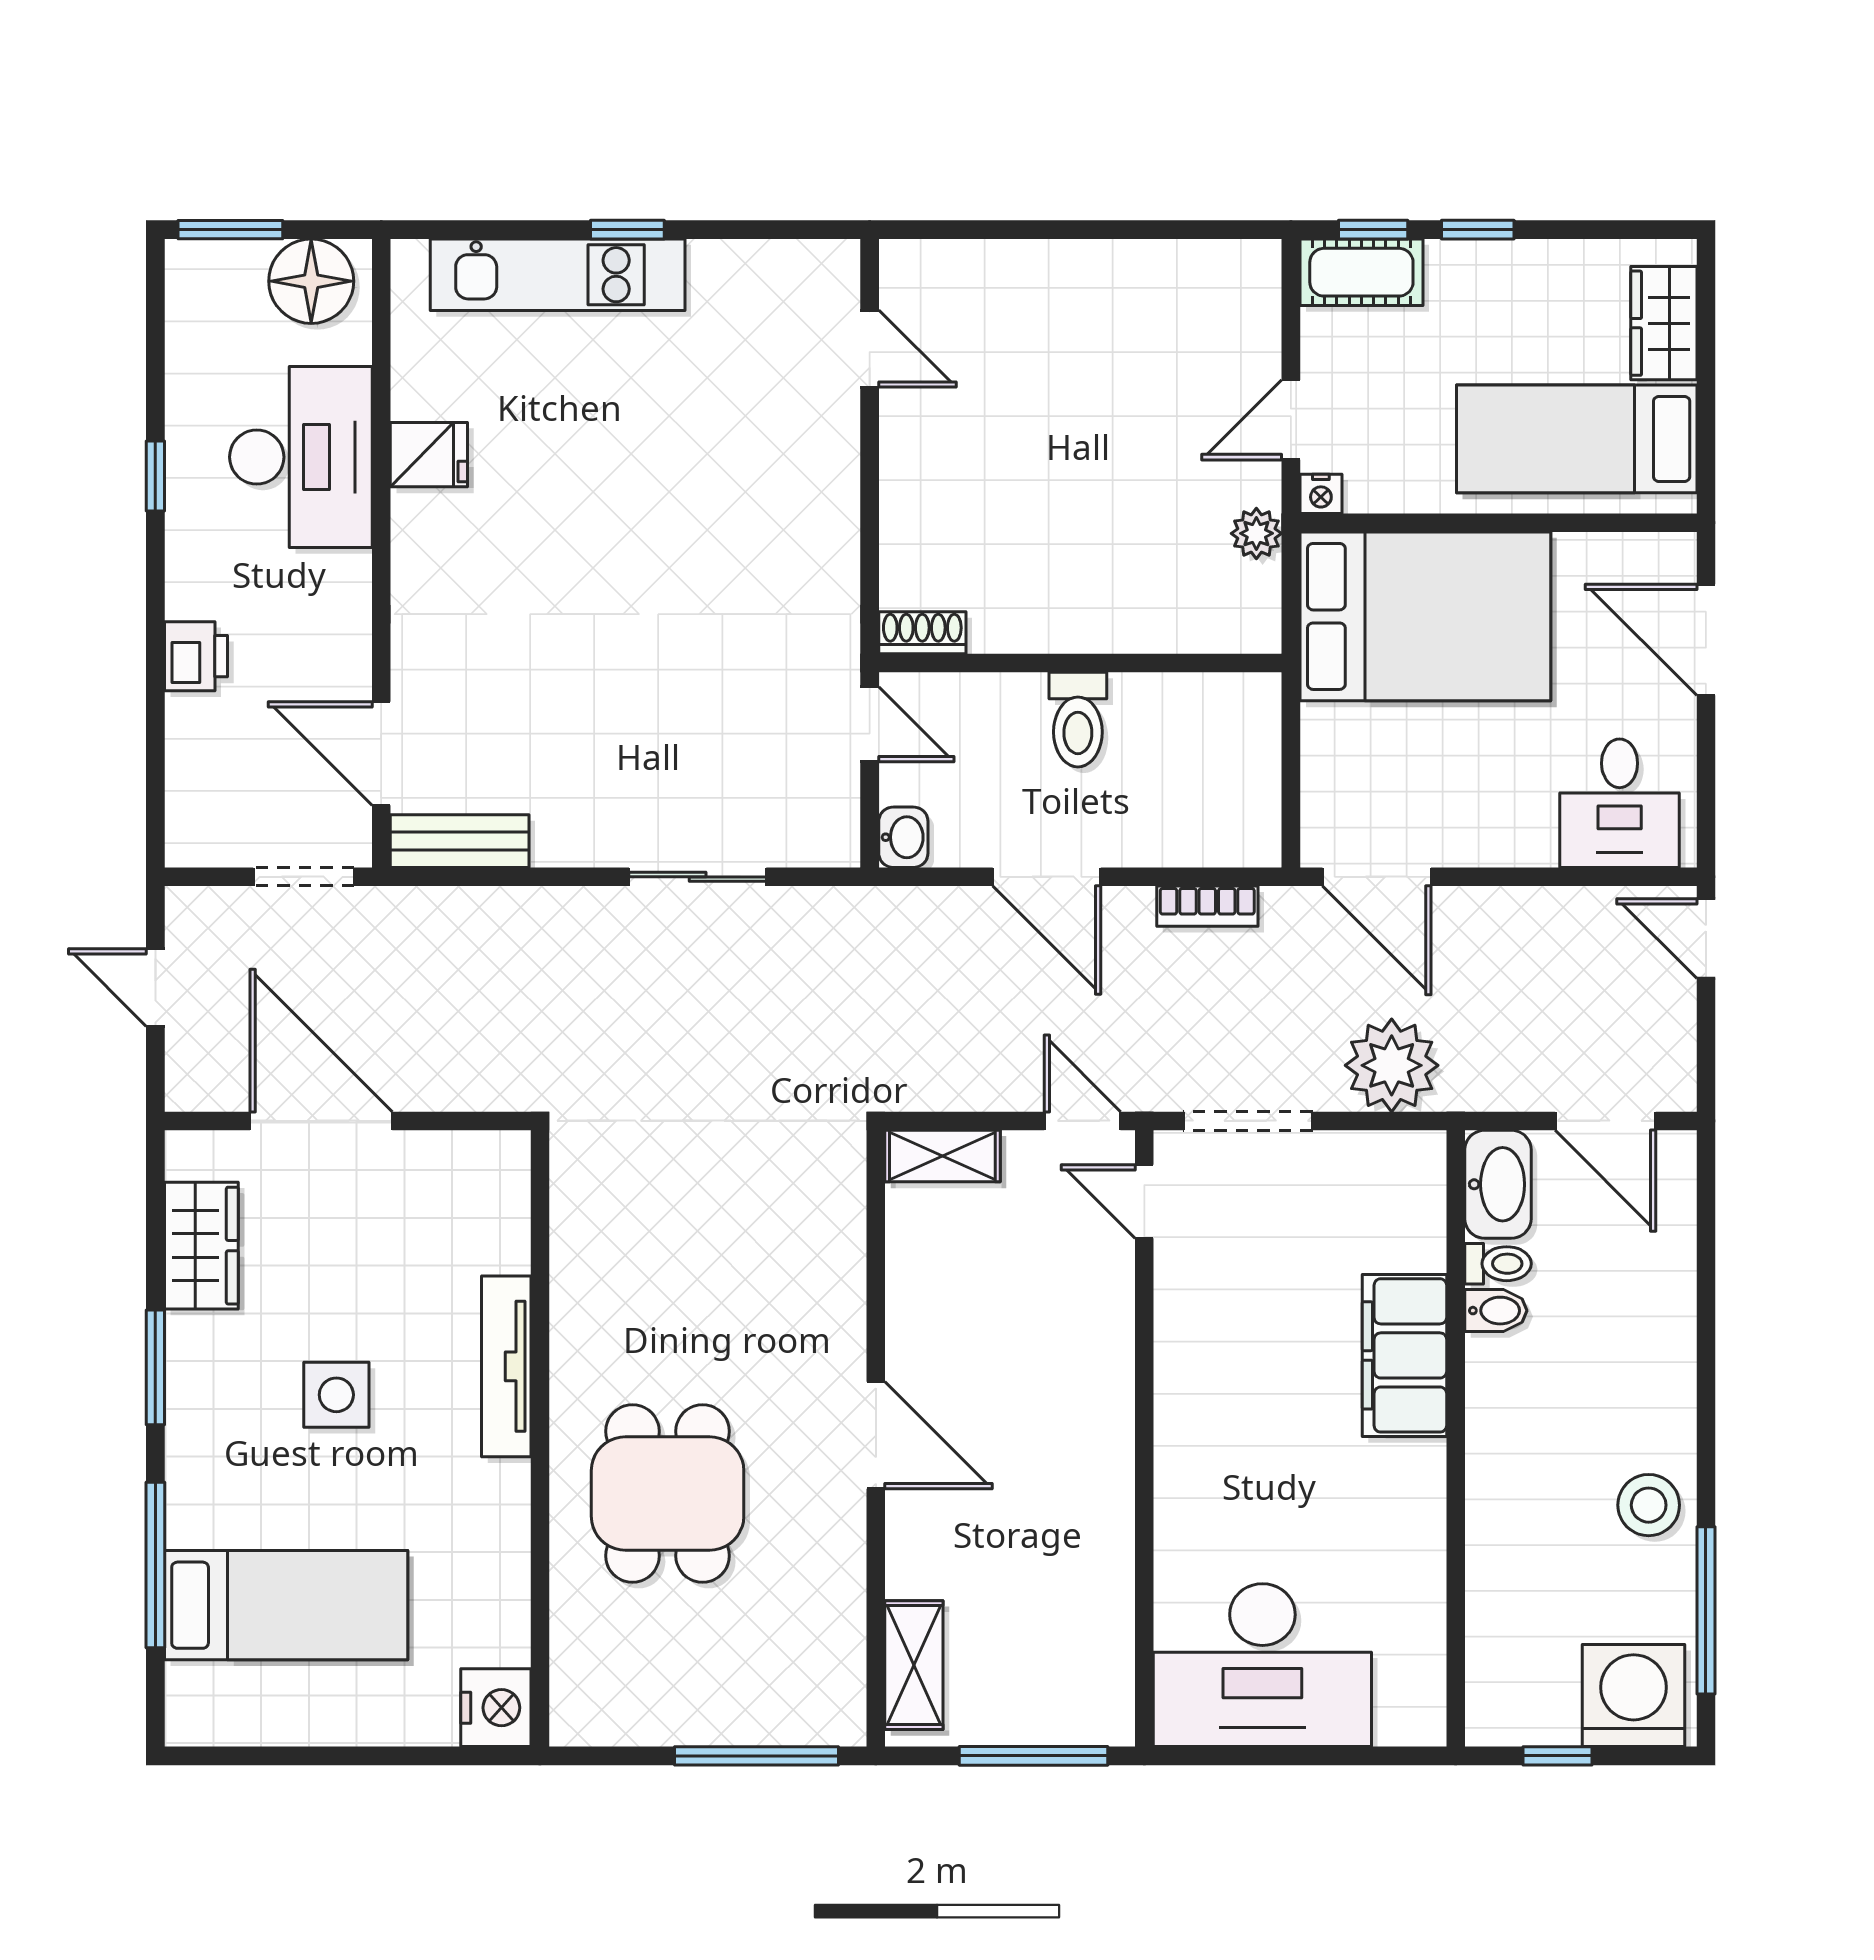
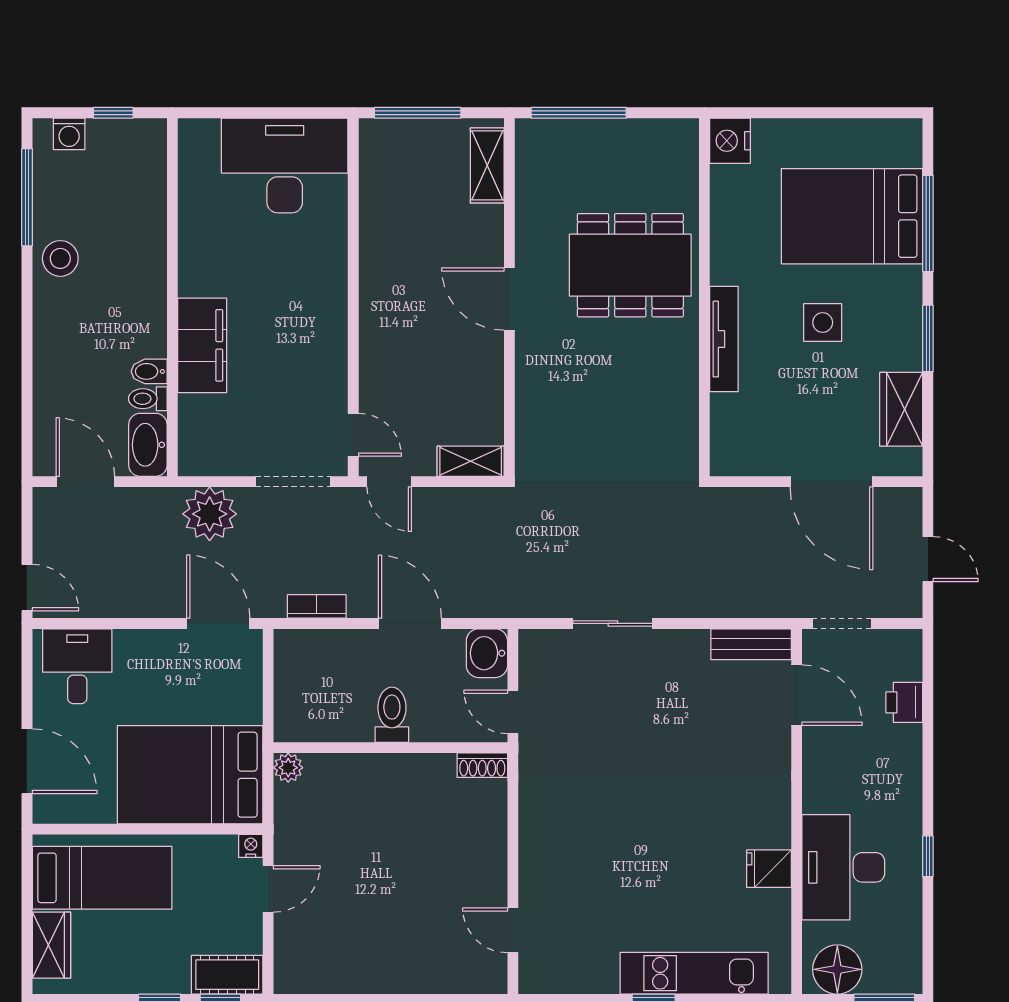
plant: (1256, 533) -> (288, 768), moved
printer: (196, 656) -> (904, 702), moved
washbasin: (903, 837) -> (487, 653), width x1.38, depth x1.45
dining table: (668, 1493) -> (630, 265), width x1.38
bed: (286, 1605) -> (852, 216), width x1.50
washing machine: (1634, 1696) -> (69, 134), width x0.53, depth x0.53

